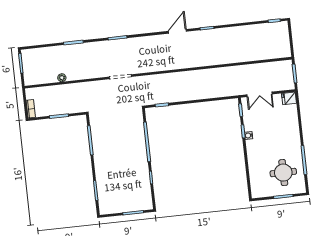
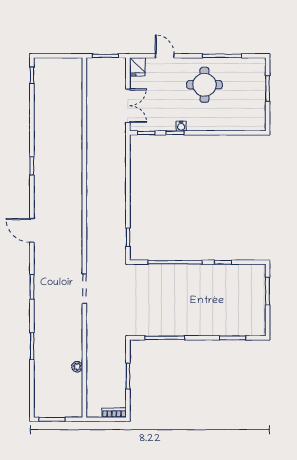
door: (177, 31) -> (32, 230), moved
door: (299, 118) -> (165, 56), added
round table: (283, 173) -> (204, 85), moved

